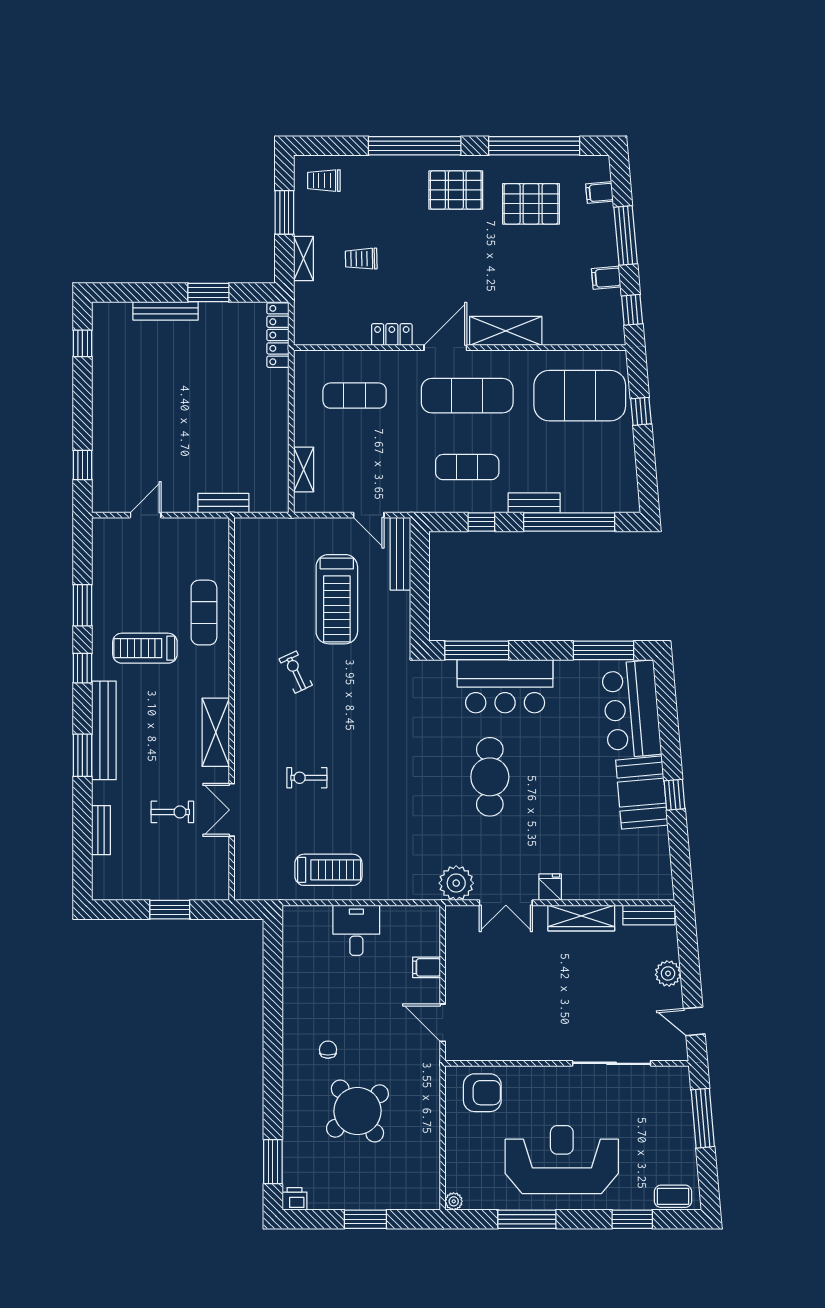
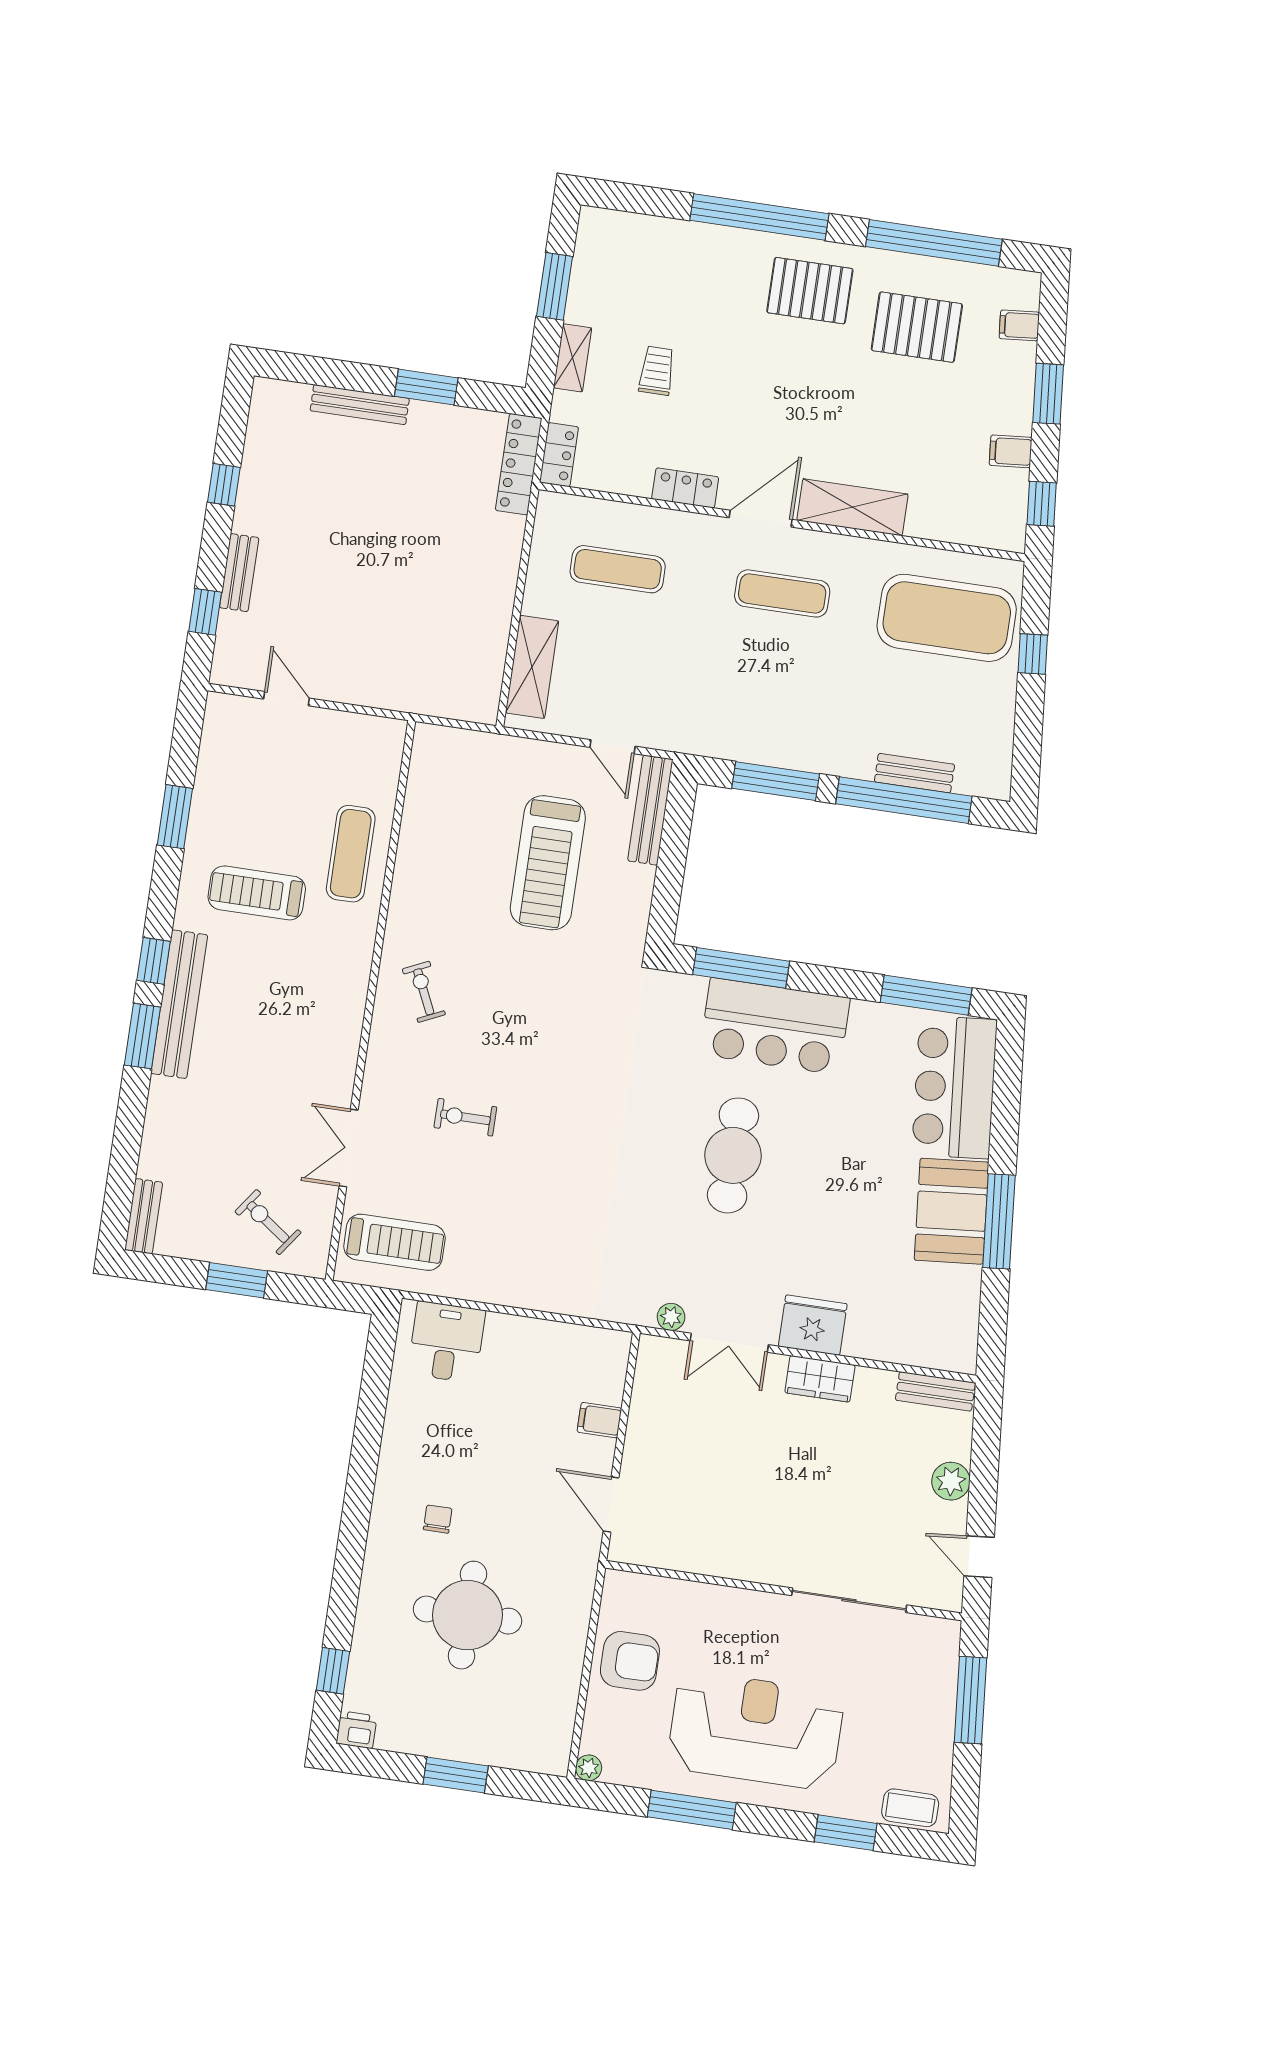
trolley: (324, 181) -> (619, 248), removed
window: (626, 235) -> (1048, 394), width x0.69
trolley: (361, 259) -> (657, 371), turned 91
locker: (304, 325) -> (559, 455), added
window: (82, 343) -> (224, 485), moved
exercise mat: (467, 396) -> (782, 593), width x0.73, depth x0.69
exercise mat: (467, 467) -> (767, 698), removed
shelving: (304, 470) -> (532, 667), width x1.50, depth x1.33
bench: (223, 503) -> (239, 573), moved, turned 90
bench: (534, 503) -> (914, 773), moved
door: (146, 515) -> (286, 699), hinge flipped
window: (481, 522) -> (776, 781), width x2.17
window: (82, 668) -> (154, 961), moved
exercise bike: (296, 672) -> (424, 992), moved
shelving: (216, 732) -> (342, 1031), removed
window: (675, 795) -> (999, 1221), width x2.17
exercise bike: (172, 812) -> (268, 1222), moved, turned -144
bench: (101, 830) -> (144, 1216), moved
treadmill: (328, 870) -> (394, 1242), moved
plant: (456, 883) -> (671, 1317), width x0.53, depth x0.53
fridge: (550, 887) -> (813, 1325), width x1.88, depth x1.34
wardrobe: (581, 918) -> (820, 1379), width x0.67
desk: (356, 930) -> (447, 1342), moved
armchair: (482, 1093) -> (630, 1661), moved
round table: (357, 1111) -> (467, 1615), turned 38
window: (273, 1162) -> (333, 1671), width x0.67

